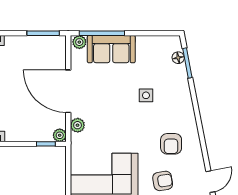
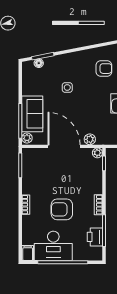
door: (68, 91) -> (64, 146), swing flipped

